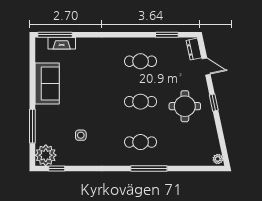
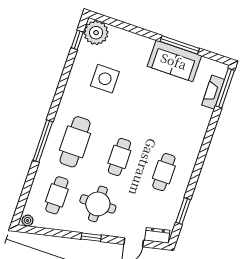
window: (32, 126) -> (180, 45), moved
side table: (81, 135) -> (105, 79), width x1.87, depth x1.87
cafe table: (141, 142) -> (75, 142), width x1.37, depth x1.35
cafe table: (189, 142) -> (57, 195), added

